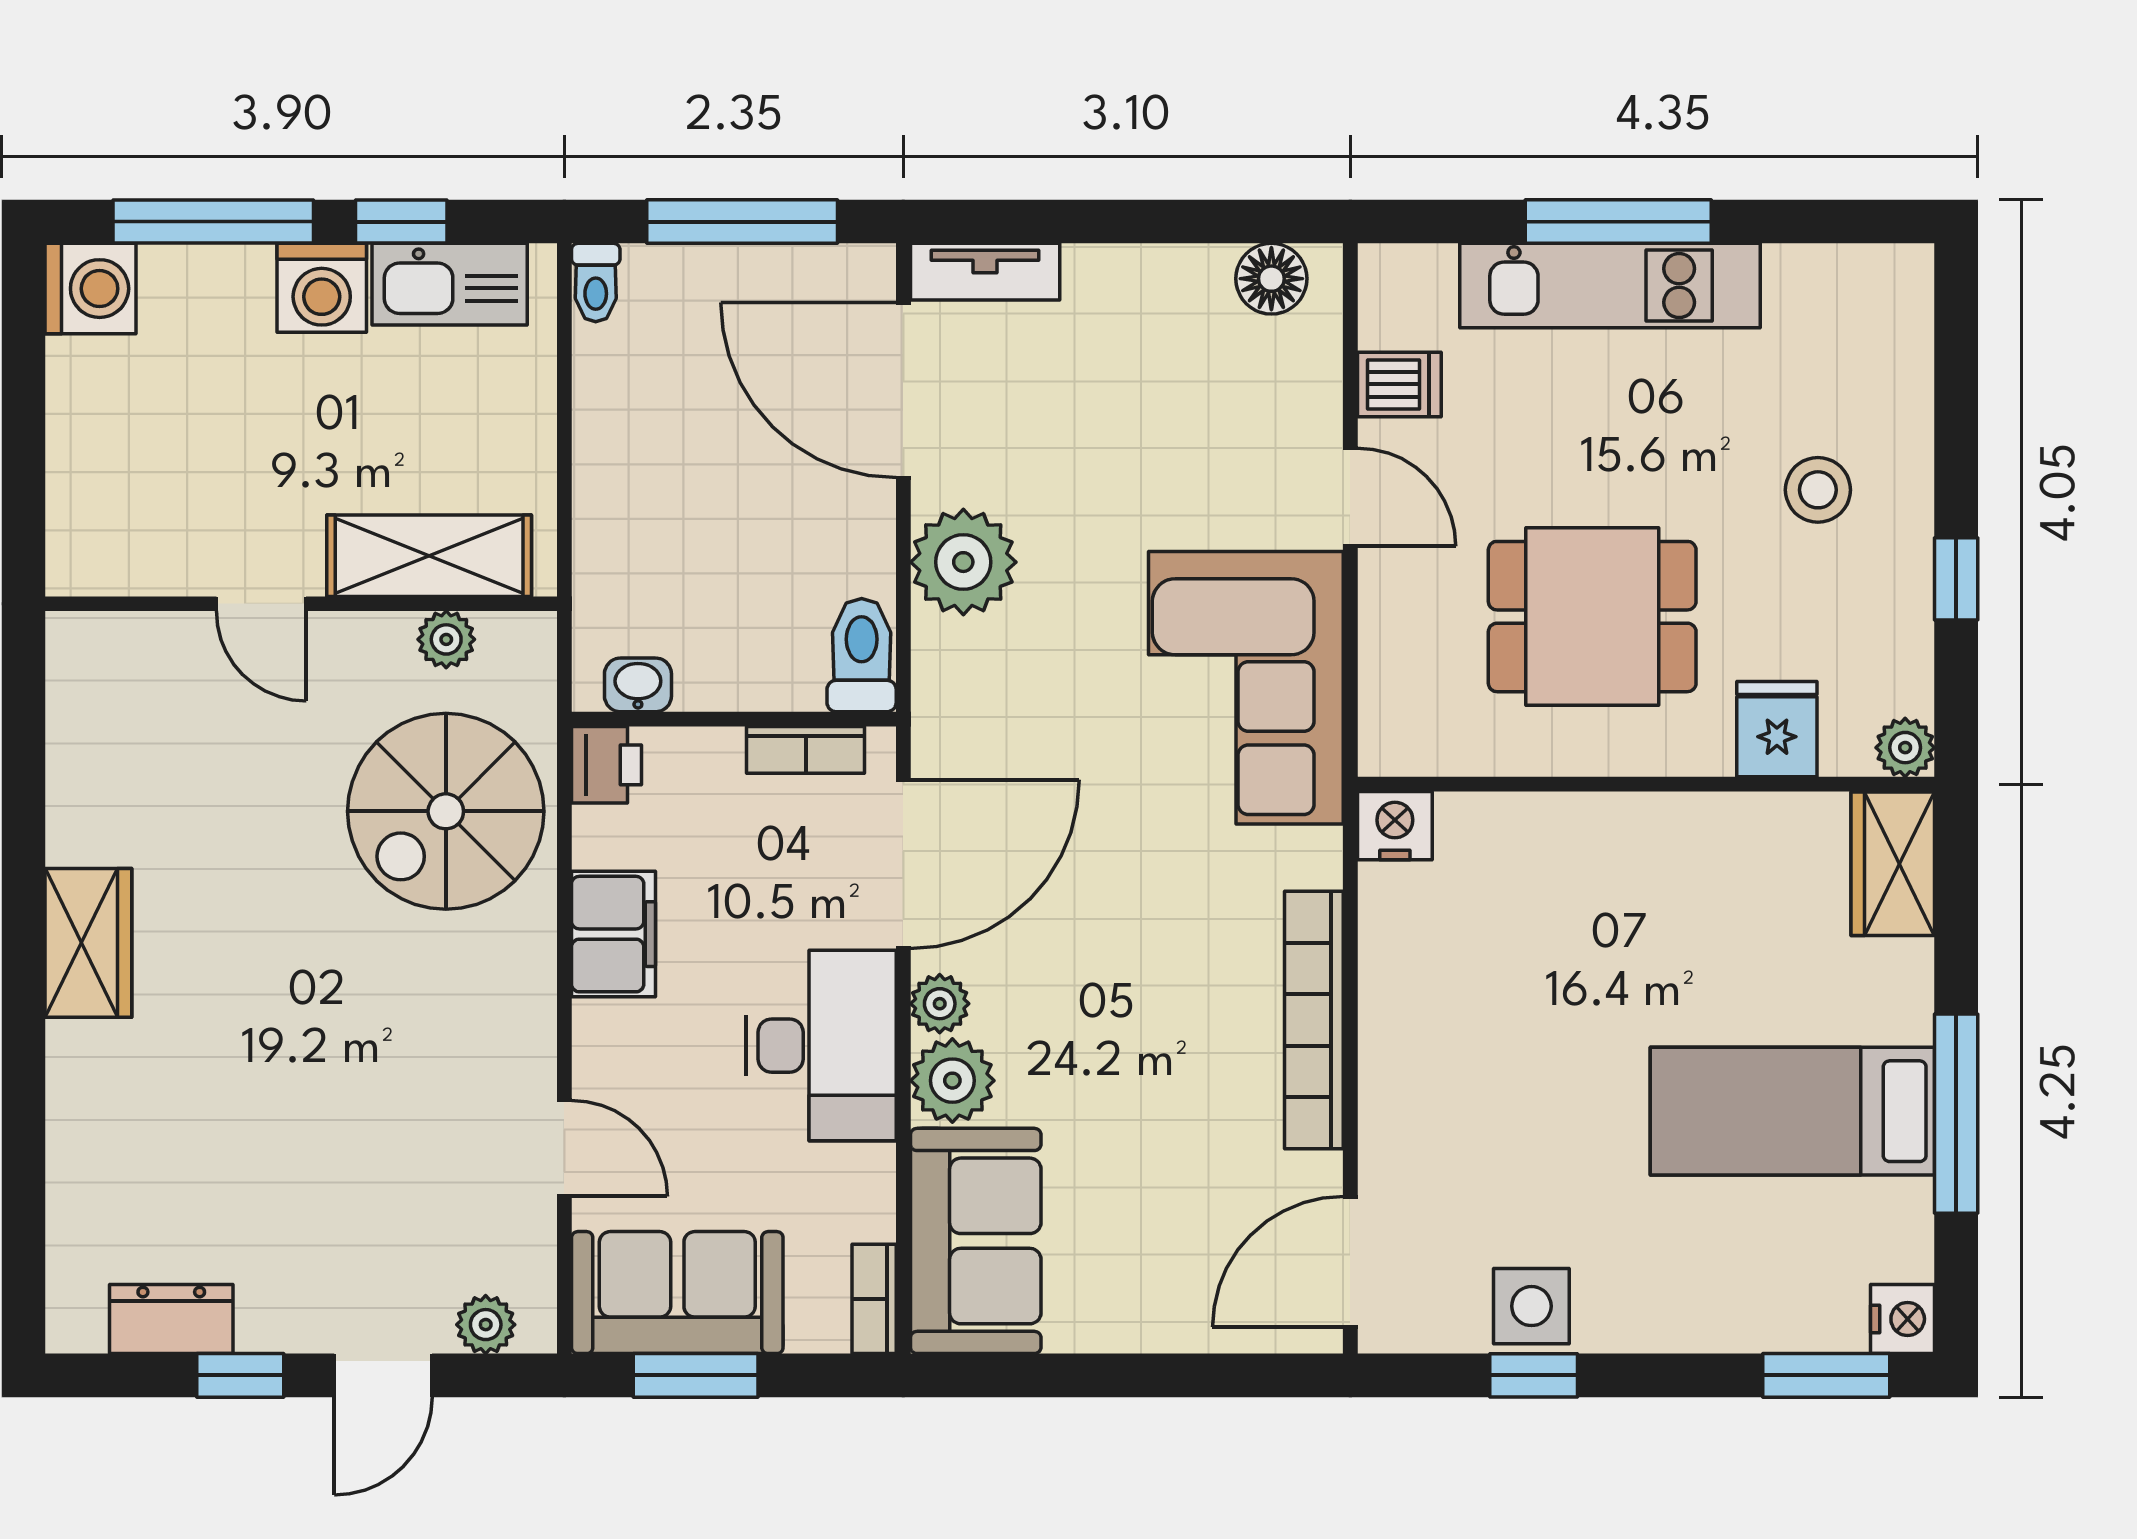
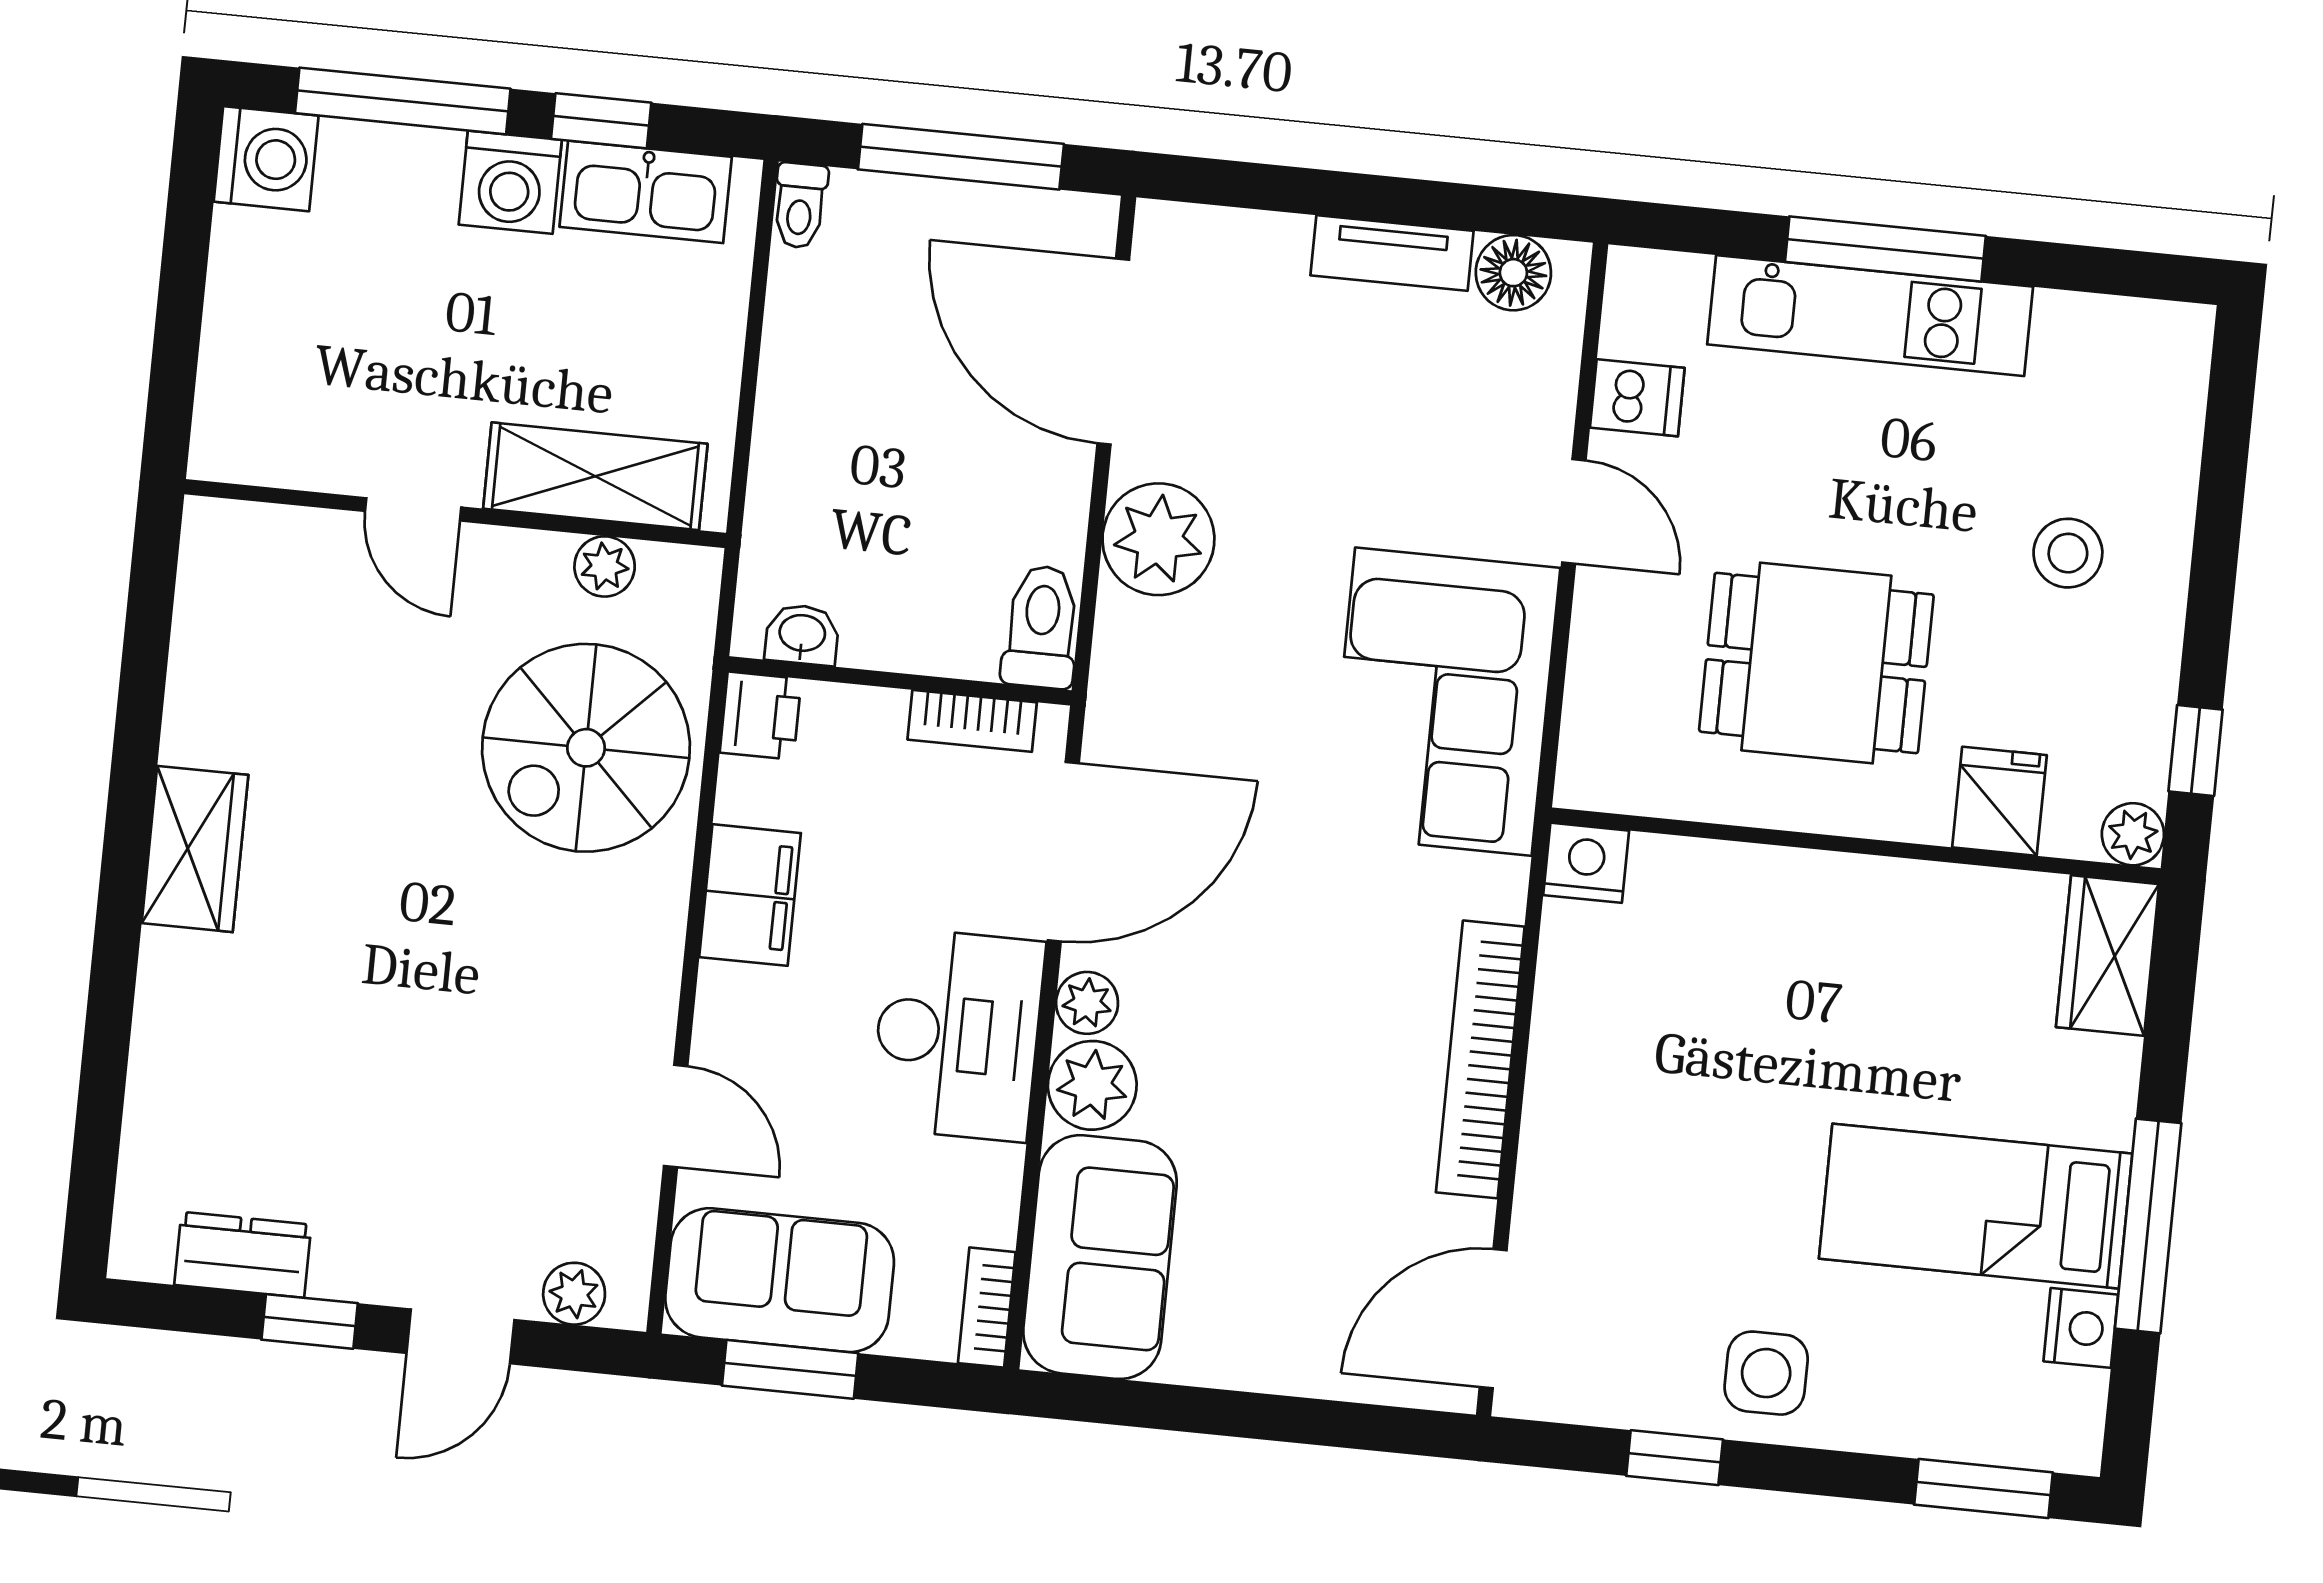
tv unit: (985, 272) -> (1392, 253), moved
window: (1956, 579) -> (2196, 750), moved
side table: (1531, 1306) -> (1766, 1373), moved
nightstand: (1903, 1319) -> (2081, 1328), moved

